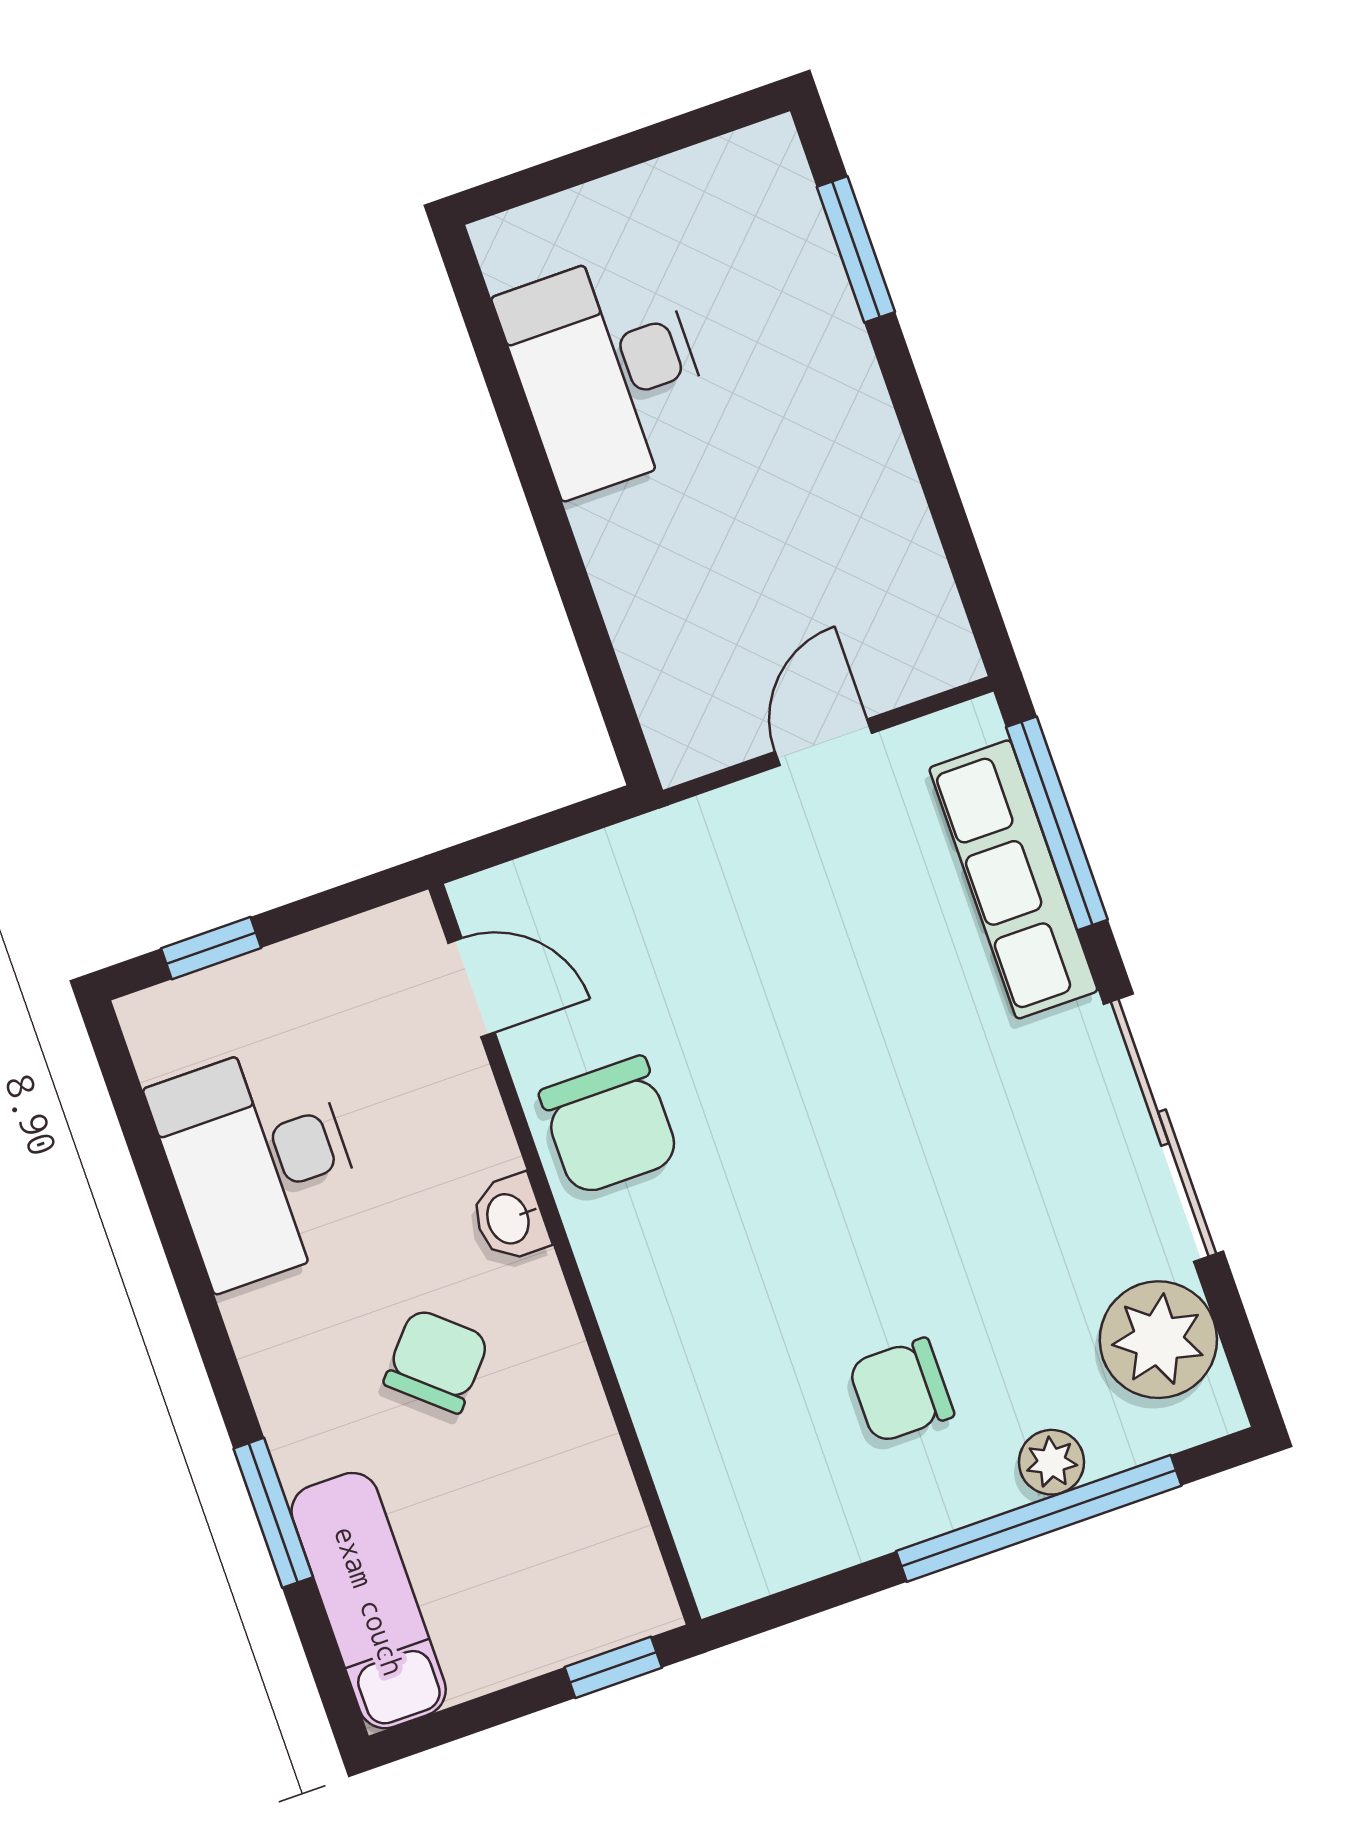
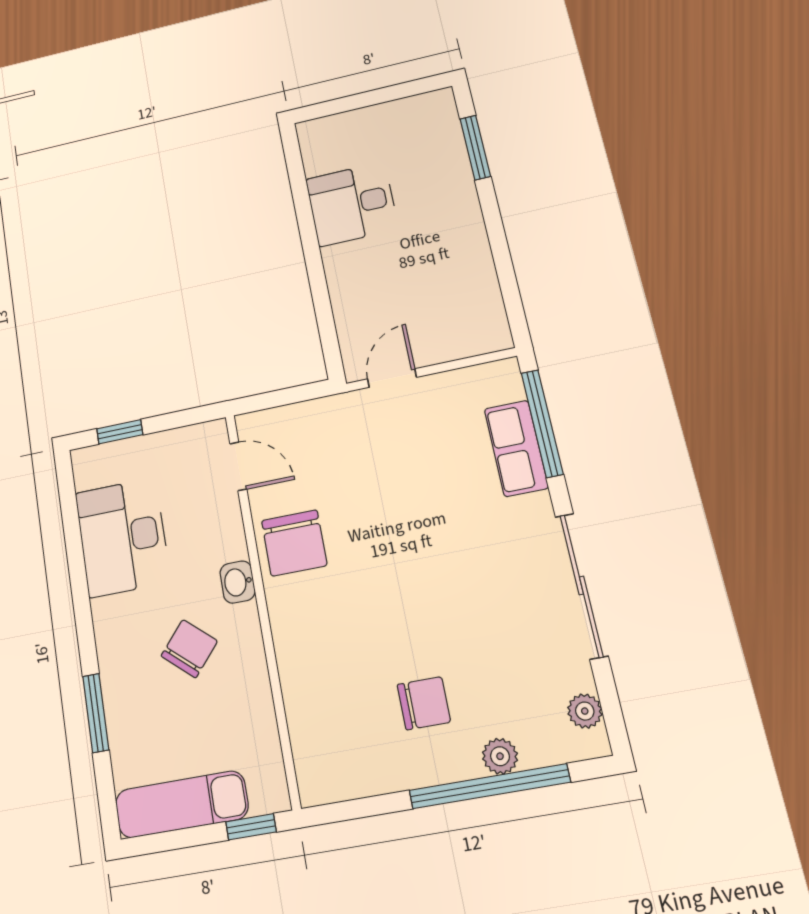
desk: (607, 372) -> (352, 204), width x0.73
door: (823, 742) -> (392, 378), moved
row of seats: (1013, 879) -> (516, 448), width x0.68
plant: (1158, 1340) -> (585, 711), width x0.53, depth x0.53
chair: (901, 1390) -> (424, 703), turned 180
exam couch: (369, 1601) -> (182, 804), moved, turned -90

